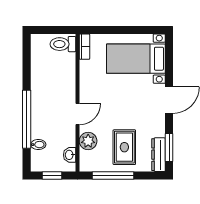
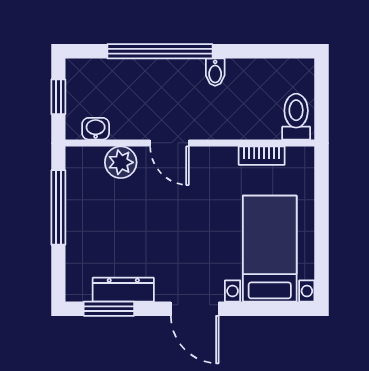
bookcase: (84, 47) -> (262, 156), moved
bidet: (38, 145) -> (215, 72), moved
rug: (124, 147) -> (110, 228), removed
dresser: (158, 155) -> (123, 290), moved

